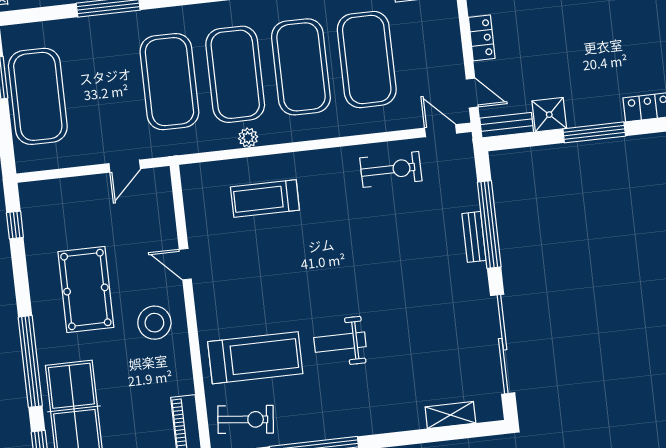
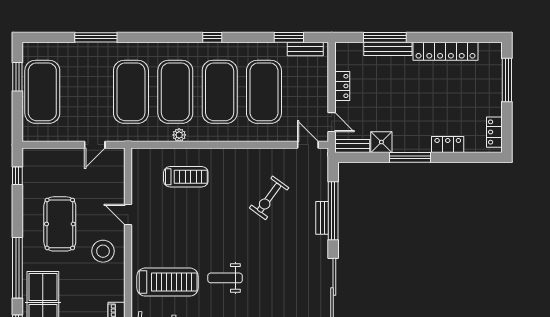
exercise bike: (391, 169) -> (269, 198), moved, turned 126
treadmill: (265, 198) -> (186, 177), turned 180

